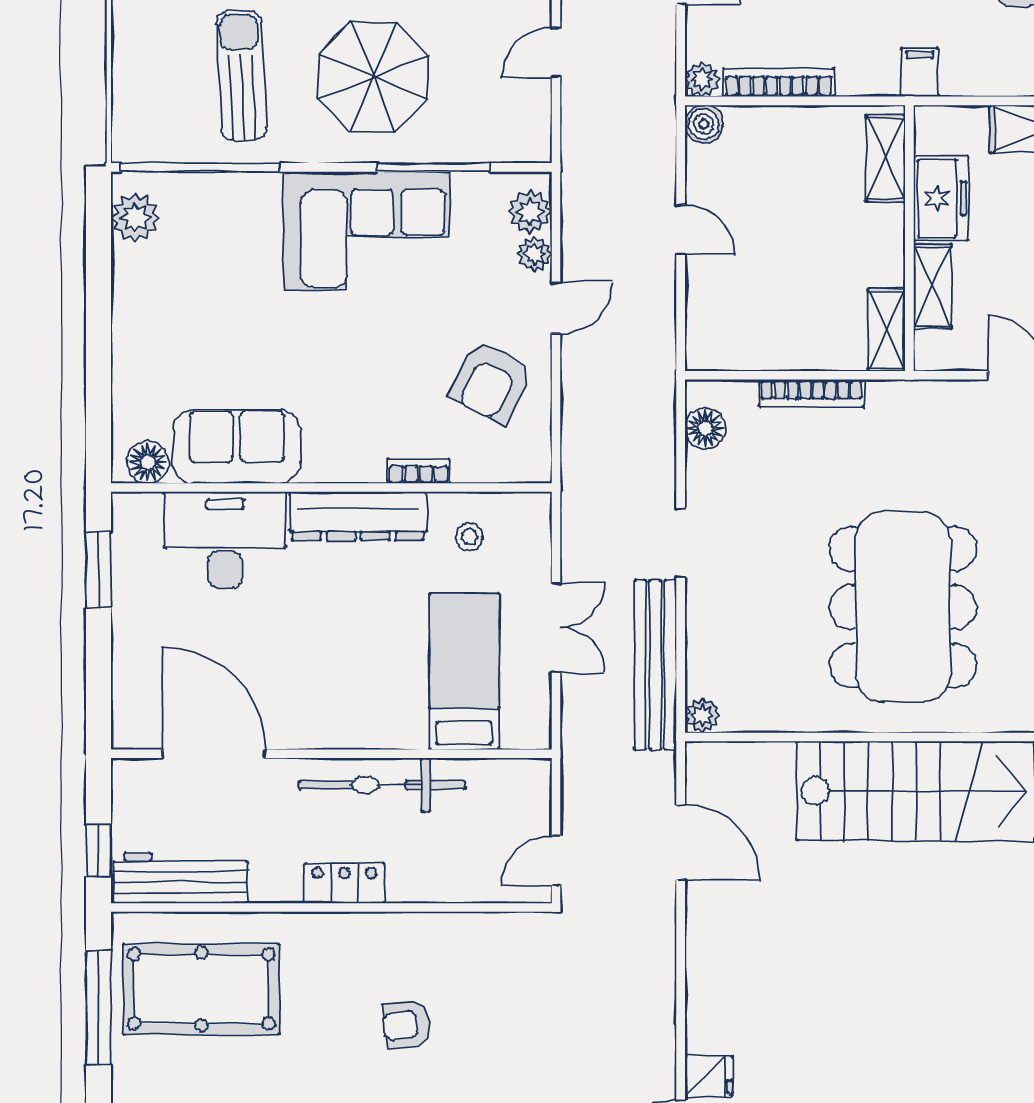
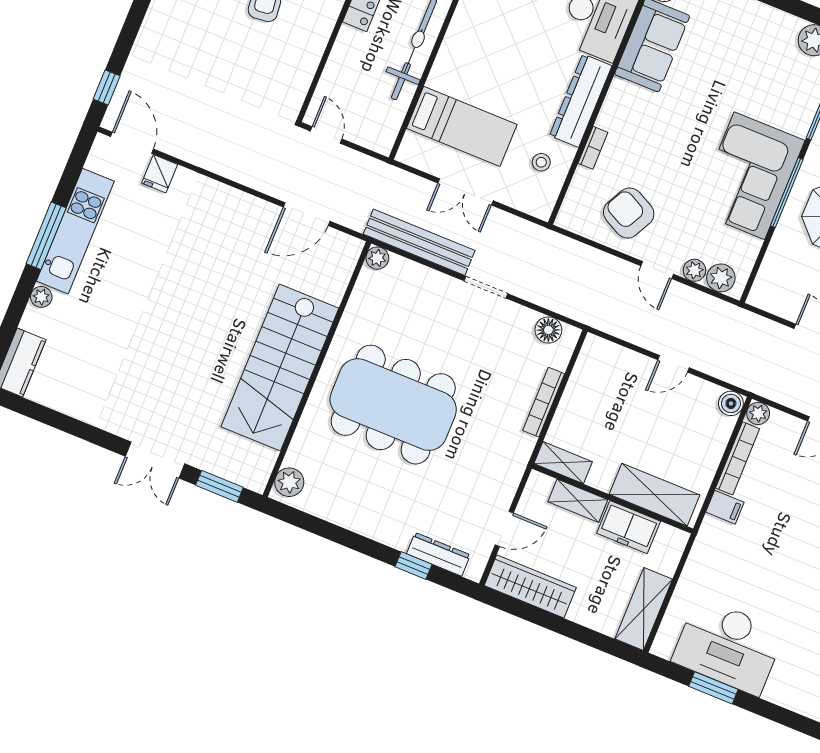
filing cabinet: (920, 72) -> (725, 507), moved
shelving: (886, 158) -> (655, 495), width x1.50, depth x1.33
window: (433, 167) -> (787, 193), moved

